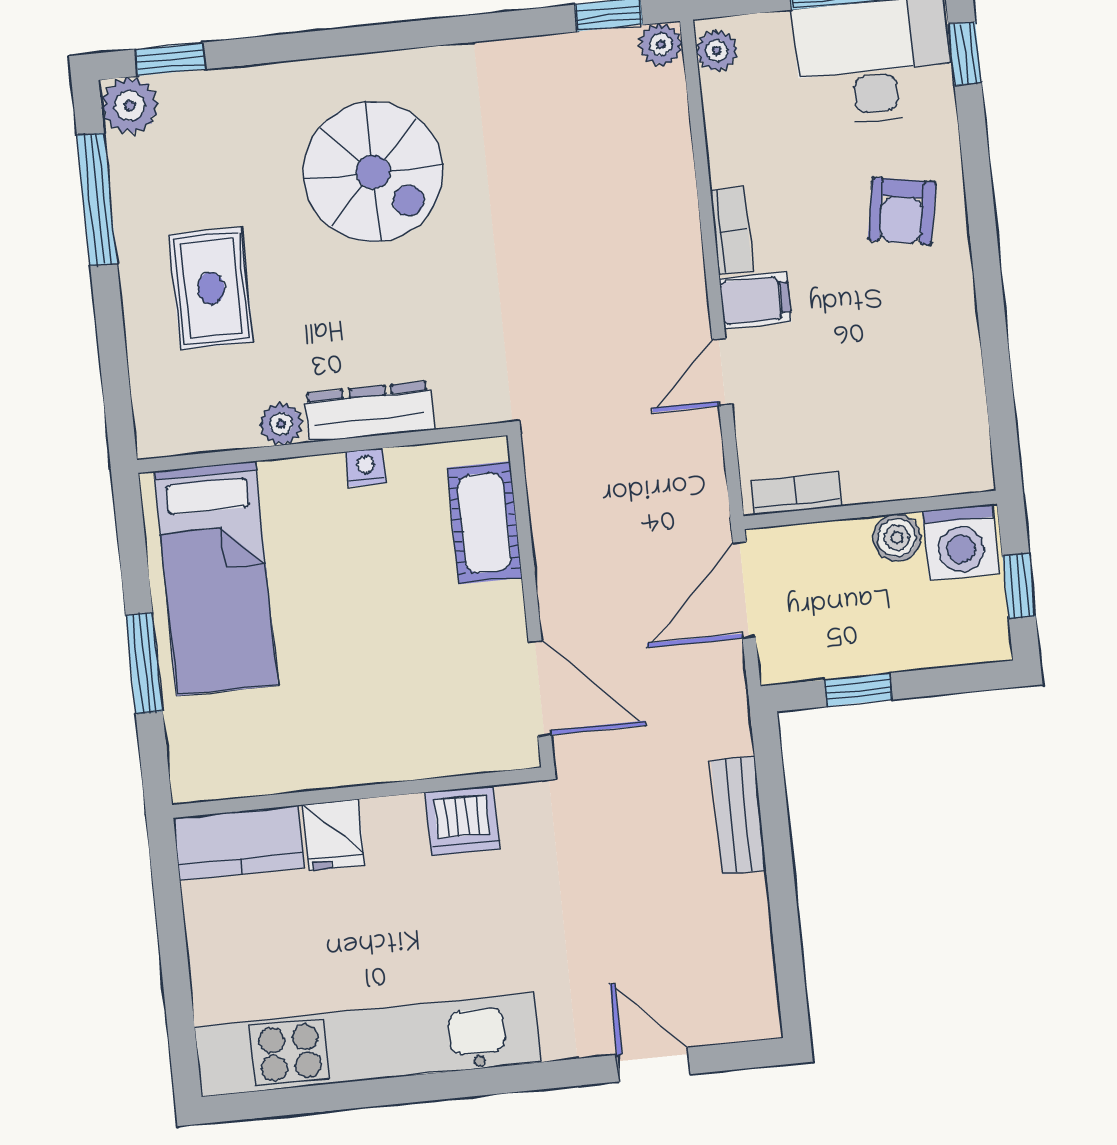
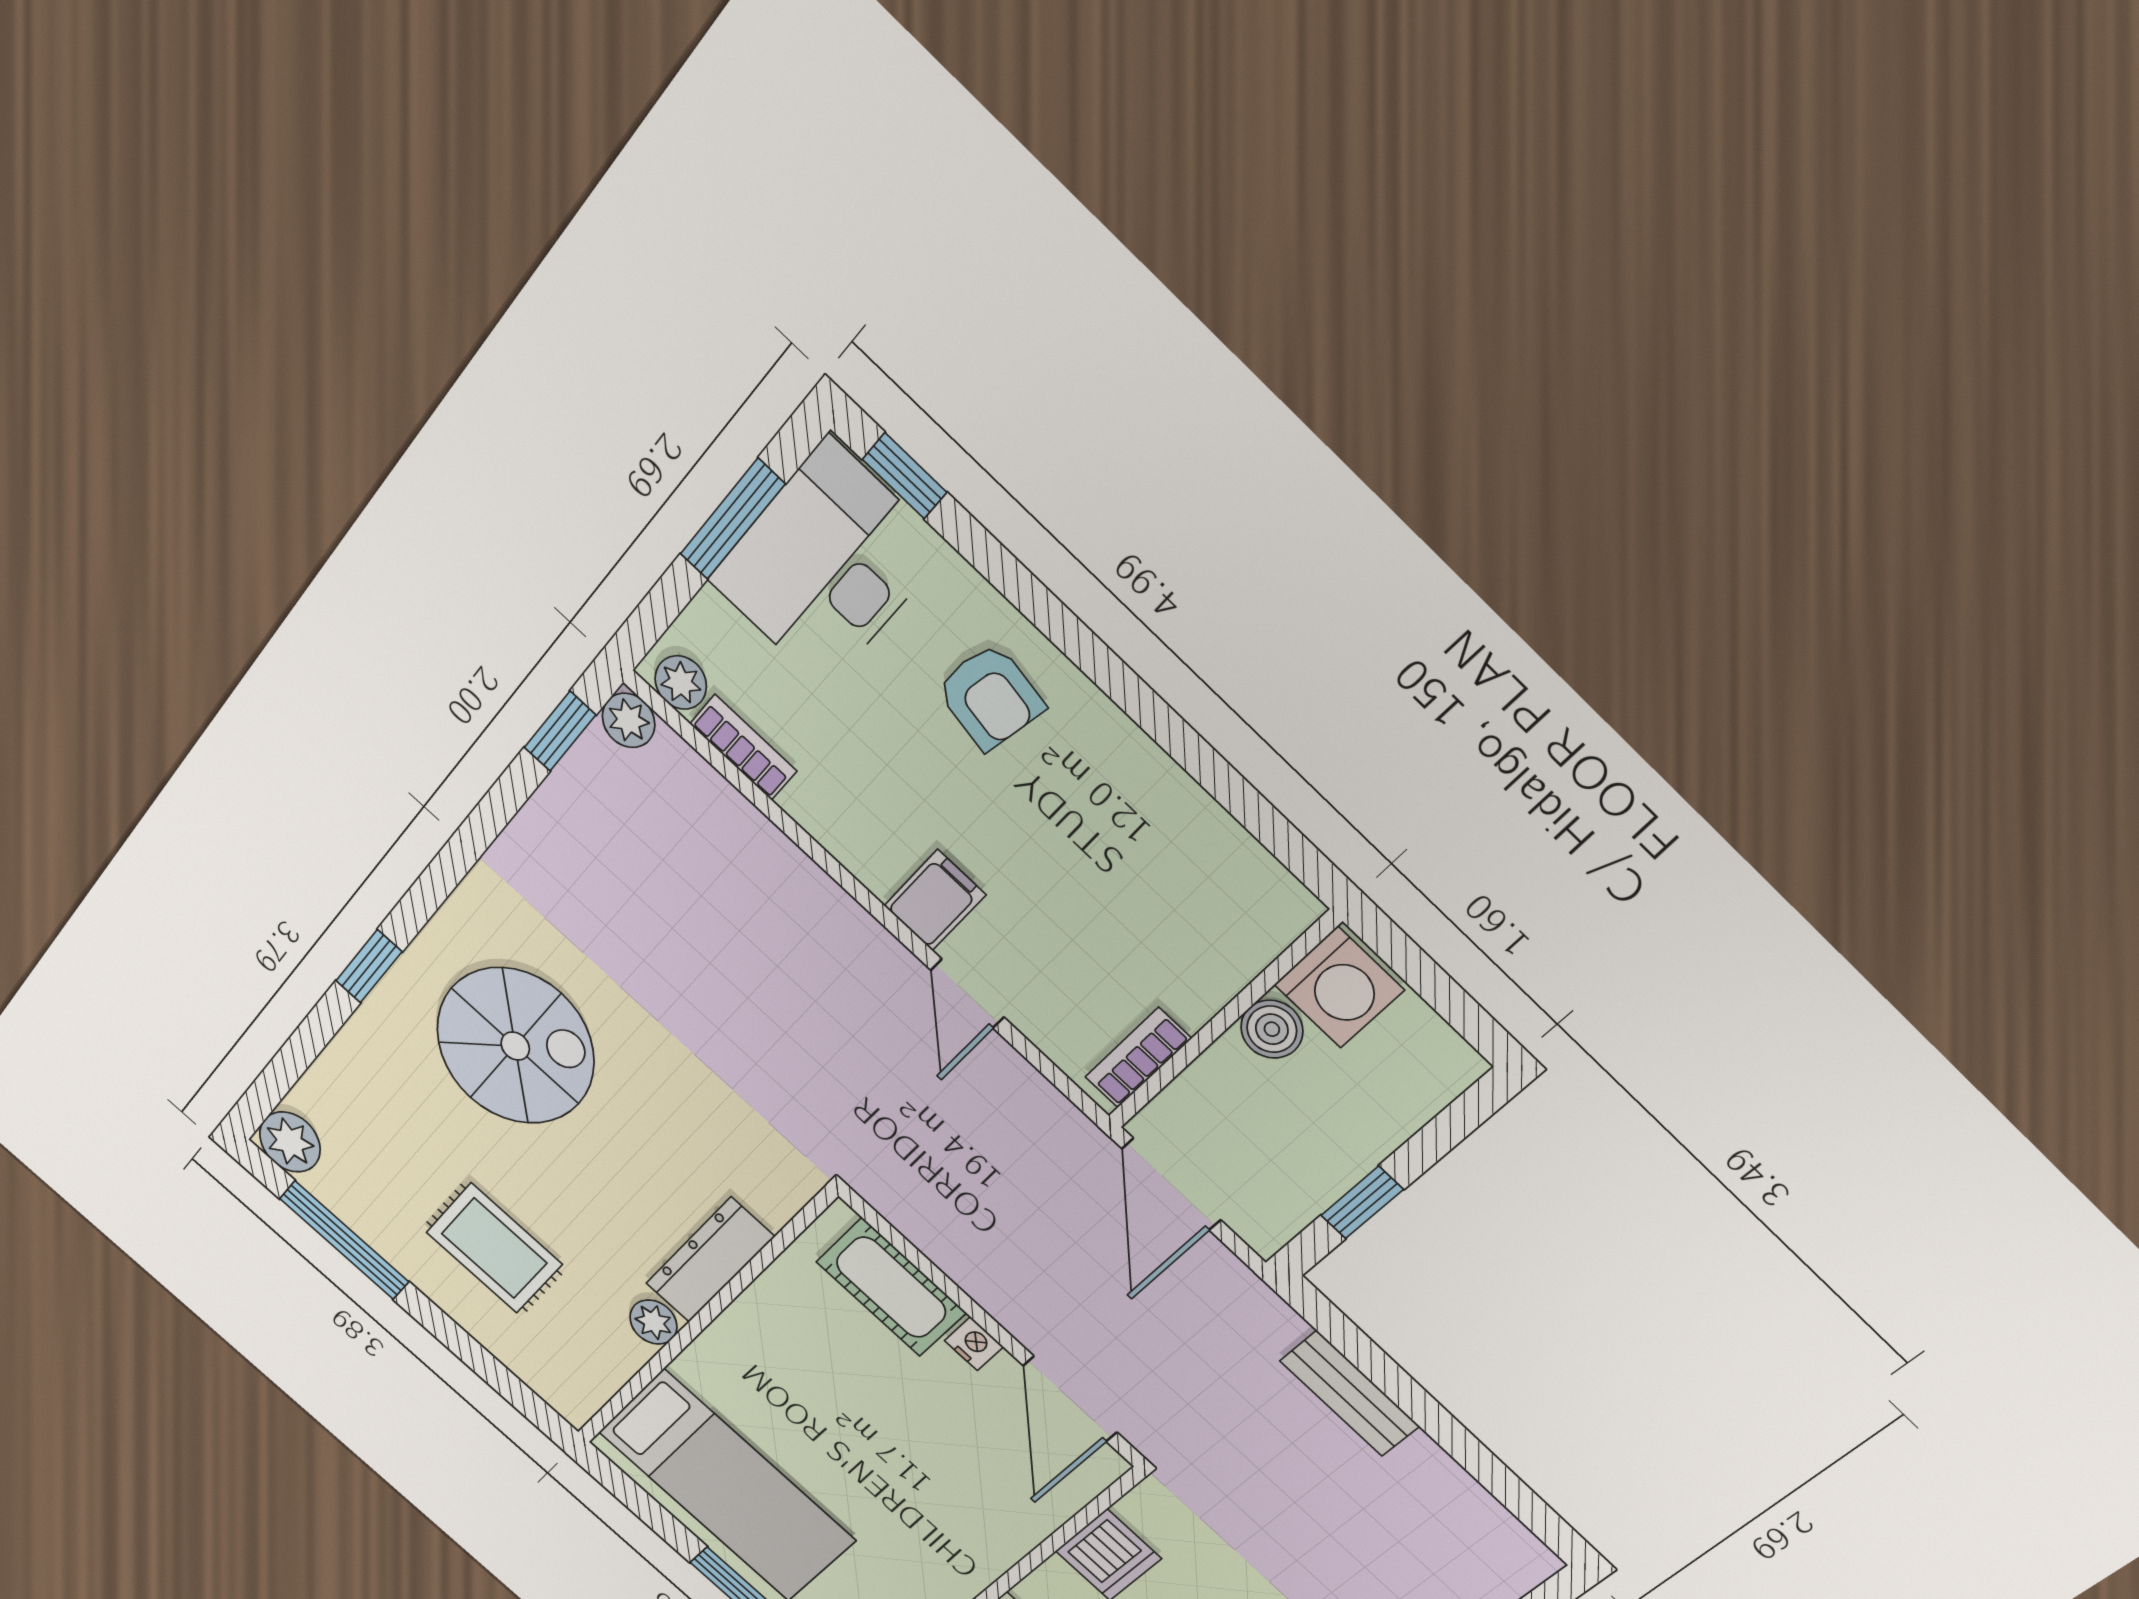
window: (170, 59) -> (369, 966), moved
bookcase: (731, 231) -> (743, 747), moved
nightstand: (366, 467) -> (974, 1344), moved, turned 90
window: (1019, 586) -> (1437, 988), removed
door: (540, 688) -> (1070, 1399), swing flipped

